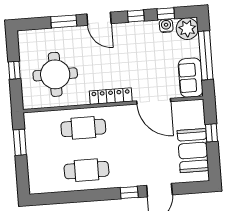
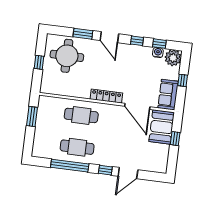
window: (206, 55) -> (183, 80), width x0.32
round table: (55, 74) -> (67, 56), moved
booth: (193, 151) -> (162, 127), moved
window: (82, 196) -> (70, 166), added

